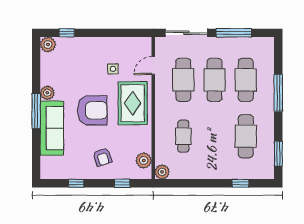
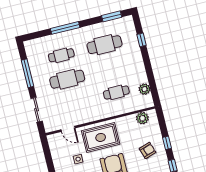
sliding door: (186, 33) -> (37, 110), width x0.73
cafe table: (183, 80) -> (73, 103), removed
cafe table: (246, 80) -> (61, 55), width x0.73, depth x0.74
plant: (162, 172) -> (144, 89), moved
window: (122, 183) -> (167, 143), moved

